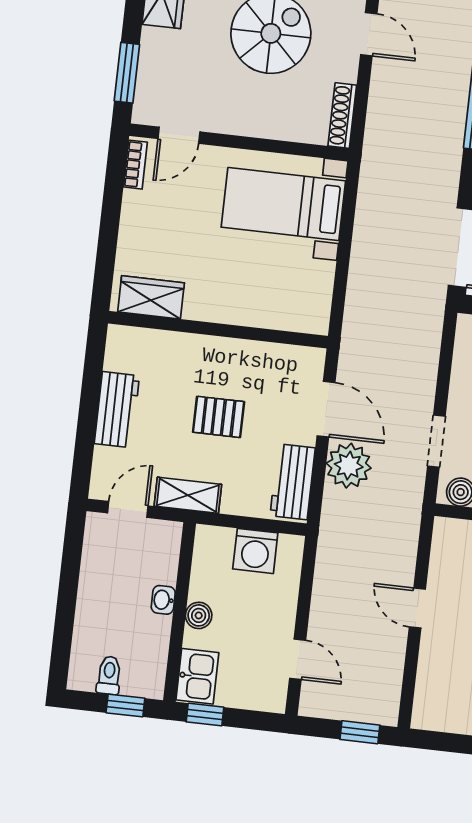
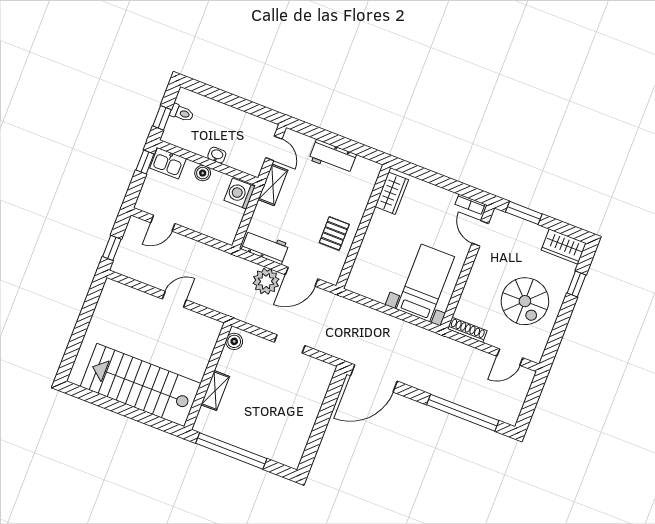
pallet: (219, 417) -> (334, 233), moved
doorway: (436, 441) -> (290, 344), moved
washing machine: (255, 551) -> (239, 193), moved

